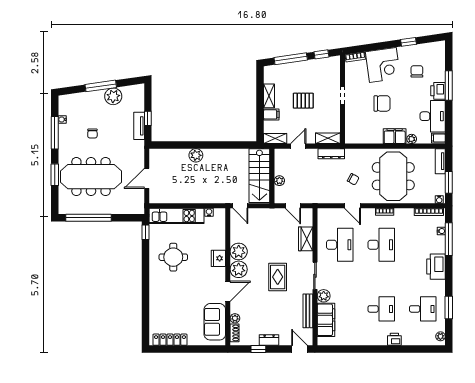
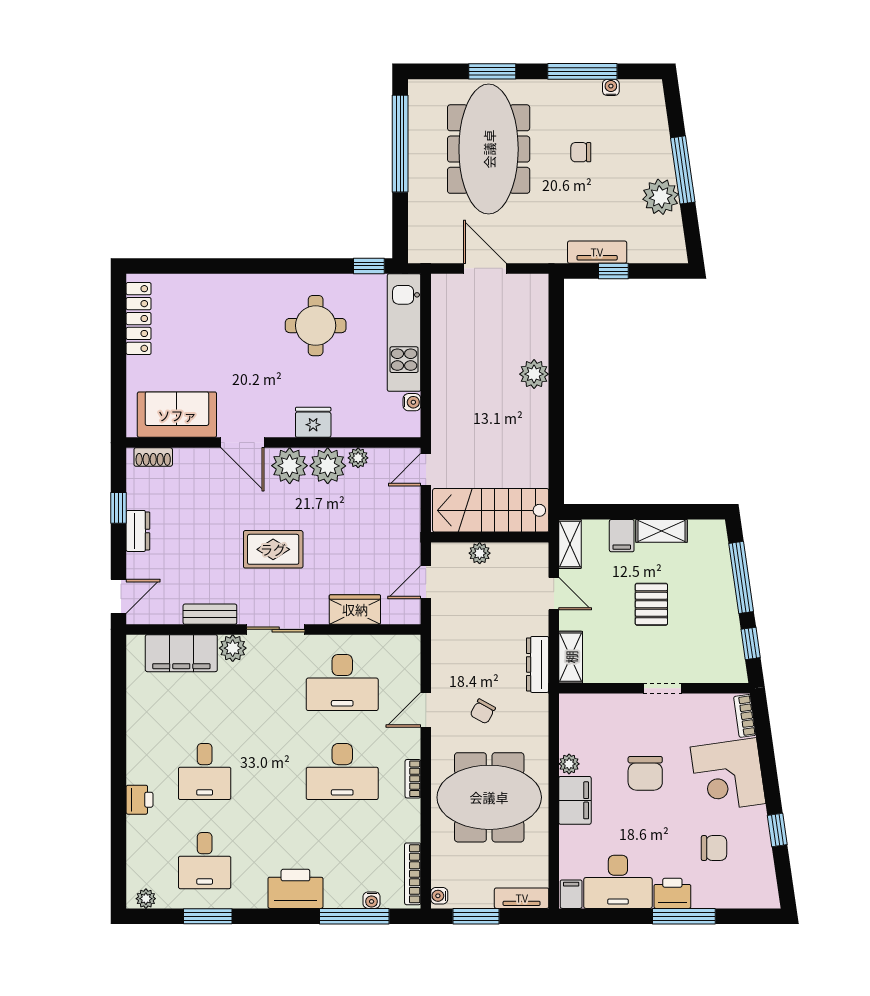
plant: (412, 139) -> (569, 764), moved
bench: (308, 311) -> (210, 614), width x0.73
plant: (235, 318) -> (358, 458), moved

